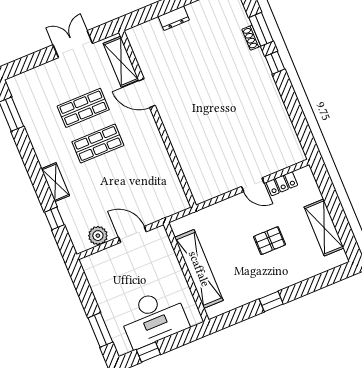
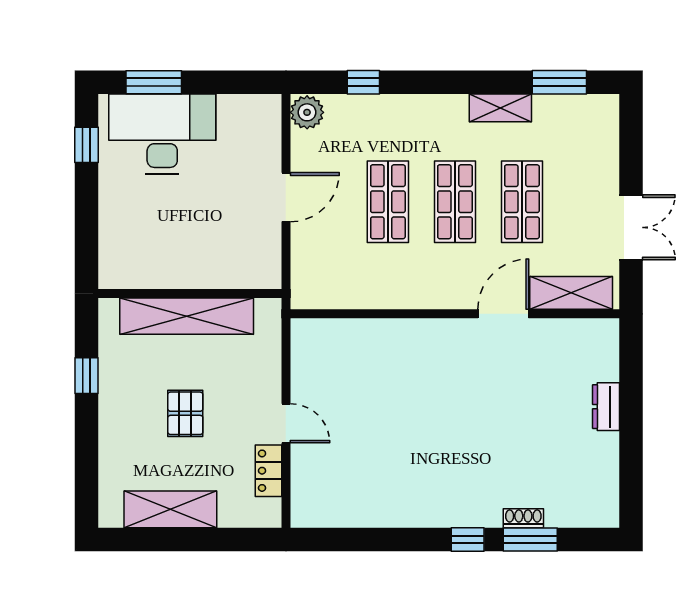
shop shelf: (113, 179) -> (388, 202), added
shelving: (55, 182) -> (500, 108), moved
door: (253, 185) -> (286, 423), swing flipped
plant: (98, 236) -> (307, 112), moved
shelving: (199, 269) -> (187, 316), moved
wall: (186, 272) -> (190, 293), moved
desk: (153, 318) -> (162, 134), moved, turned 90

